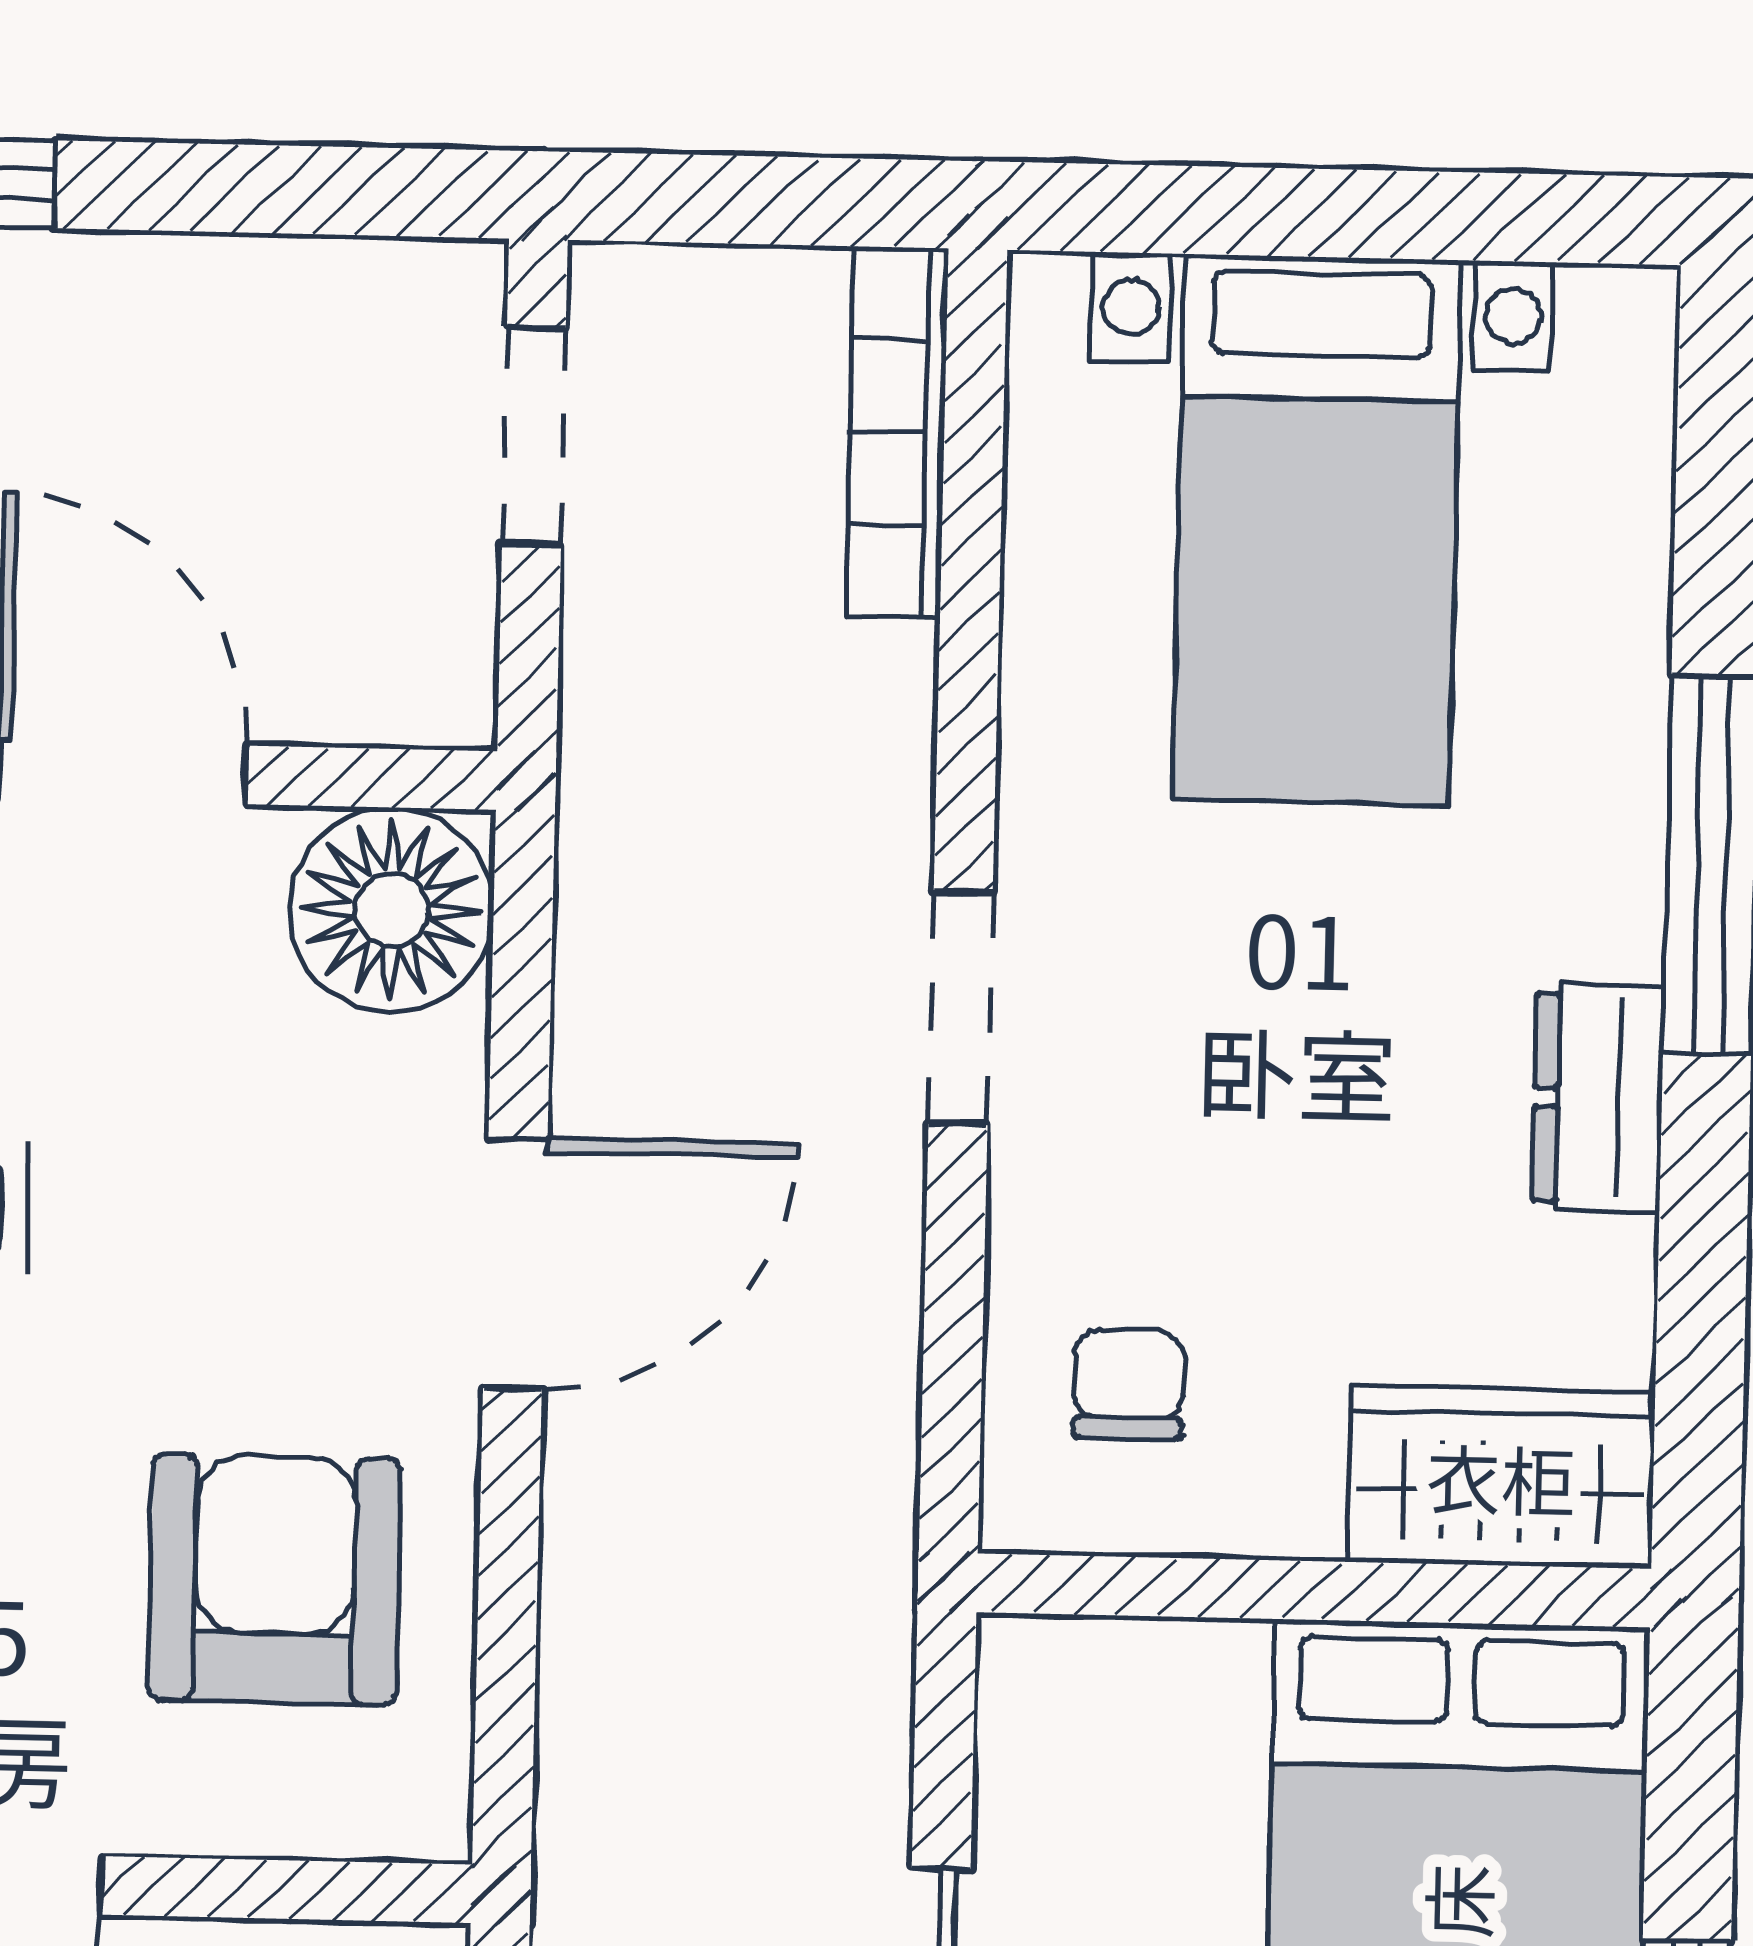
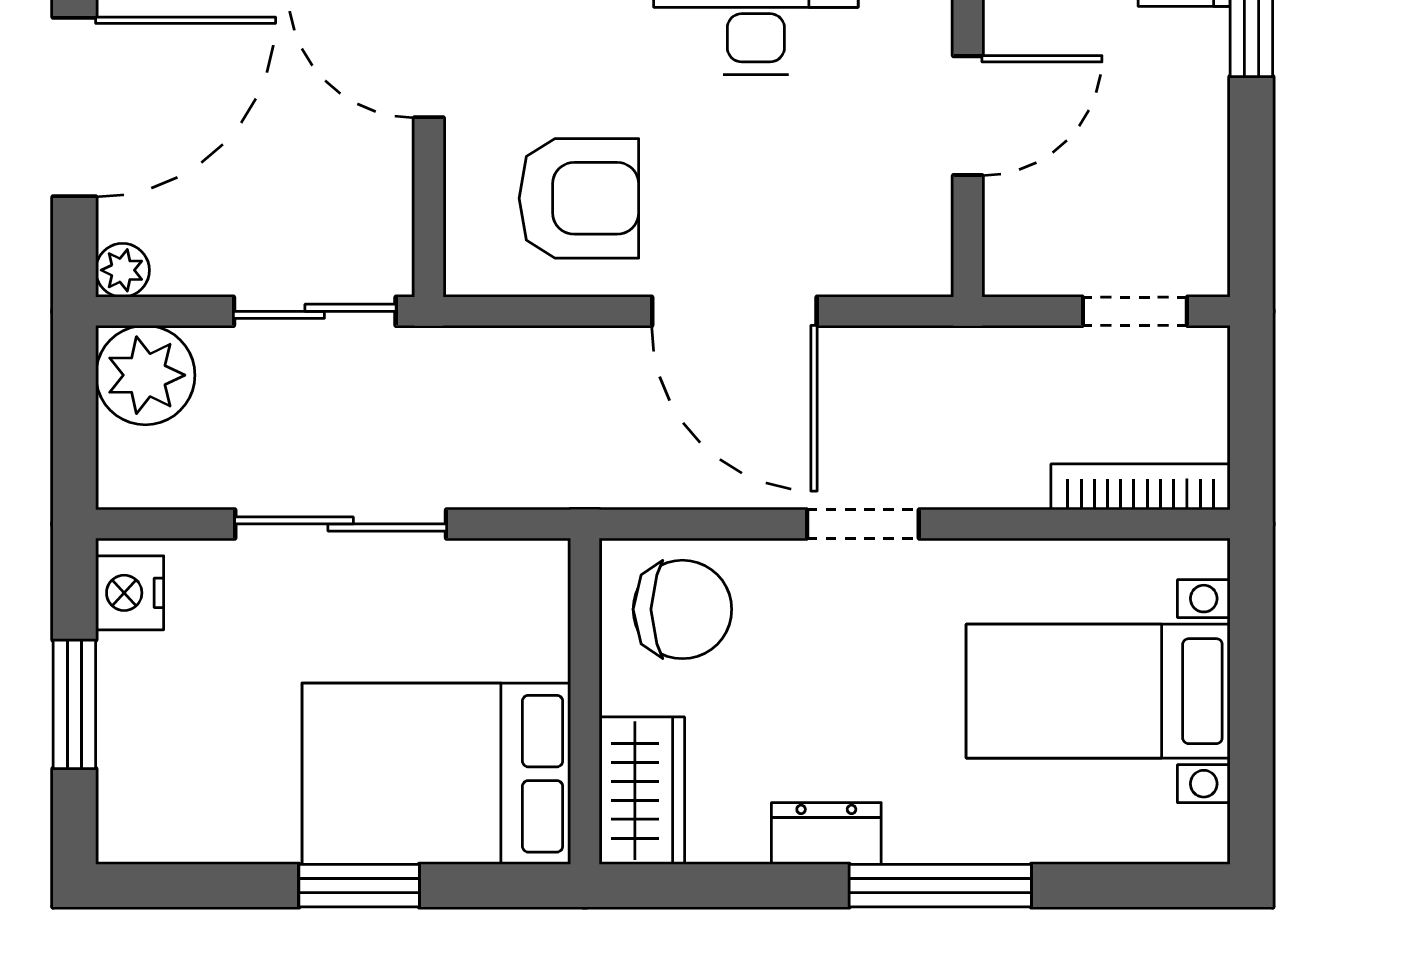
floor lamp: (391, 910) -> (904, 247), removed
door: (515, 1263) -> (734, 311), width x1.36
chair: (1129, 1385) -> (682, 609), width x1.87, depth x1.87

